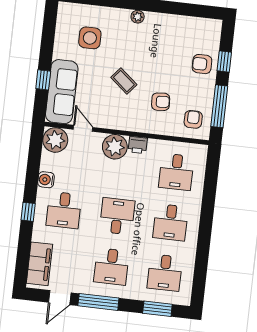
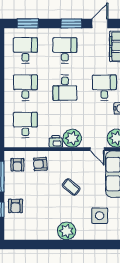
plant: (138, 17) -> (67, 231), width x1.88, depth x1.88
armchair: (202, 64) -> (16, 206), turned 90
armchair: (161, 102) -> (40, 164), moved
window: (98, 302) -> (71, 23), width x0.69

